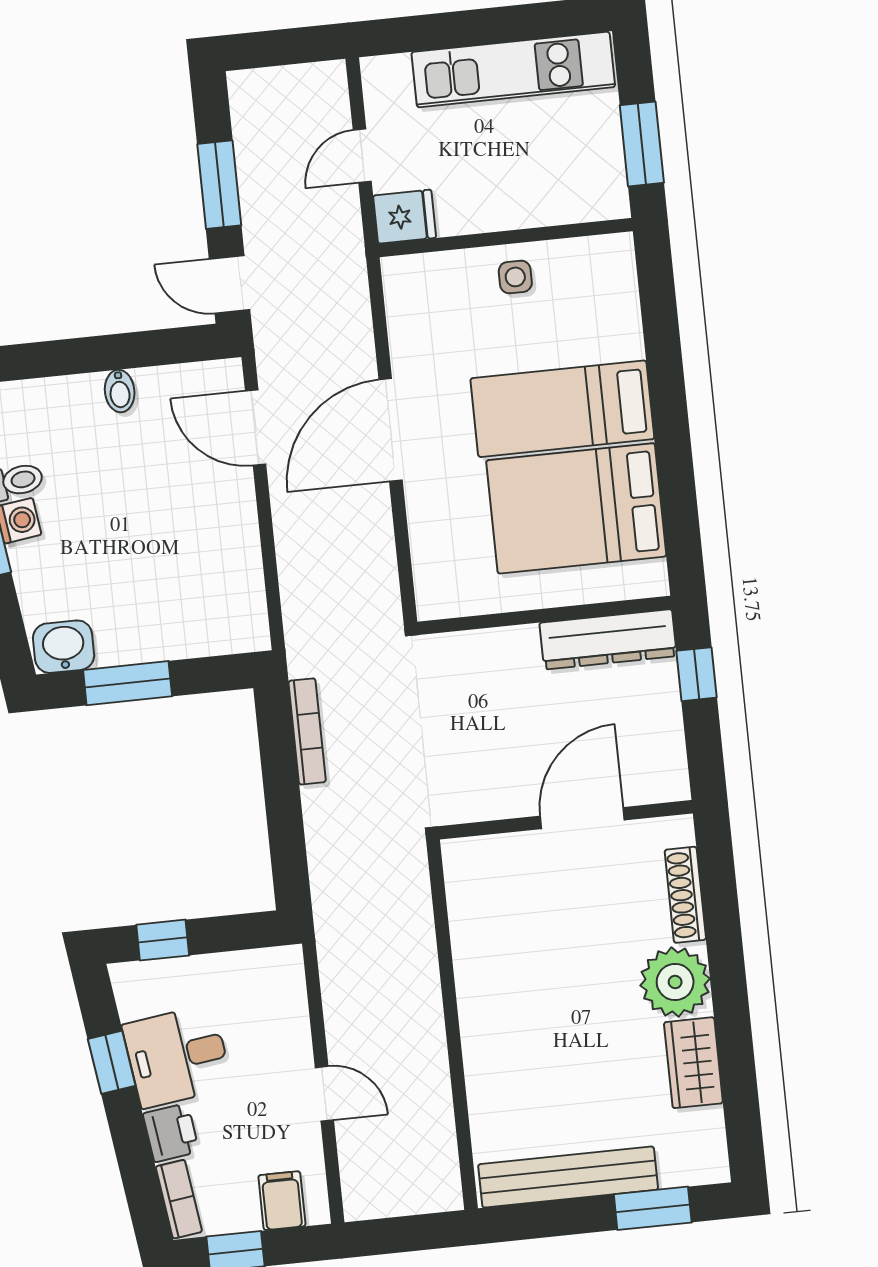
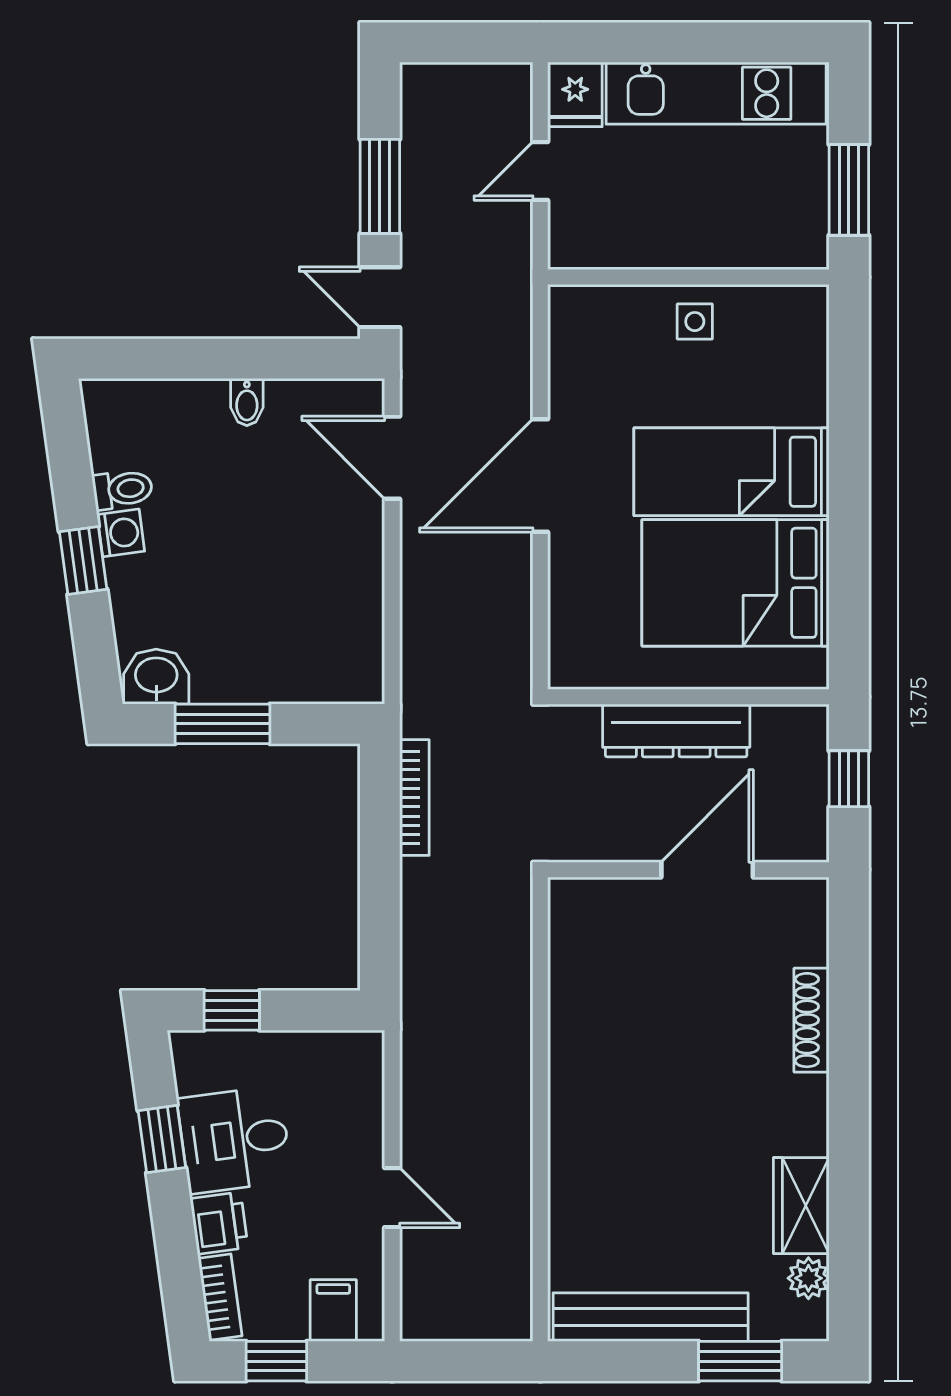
fridge: (405, 217) -> (575, 94), moved, turned 90
dresser: (608, 639) -> (676, 730), moved
door: (582, 818) -> (707, 870), moved
wall: (566, 820) -> (688, 870), moved
plant: (675, 982) -> (808, 1278), moved, width x0.53, depth x0.53

